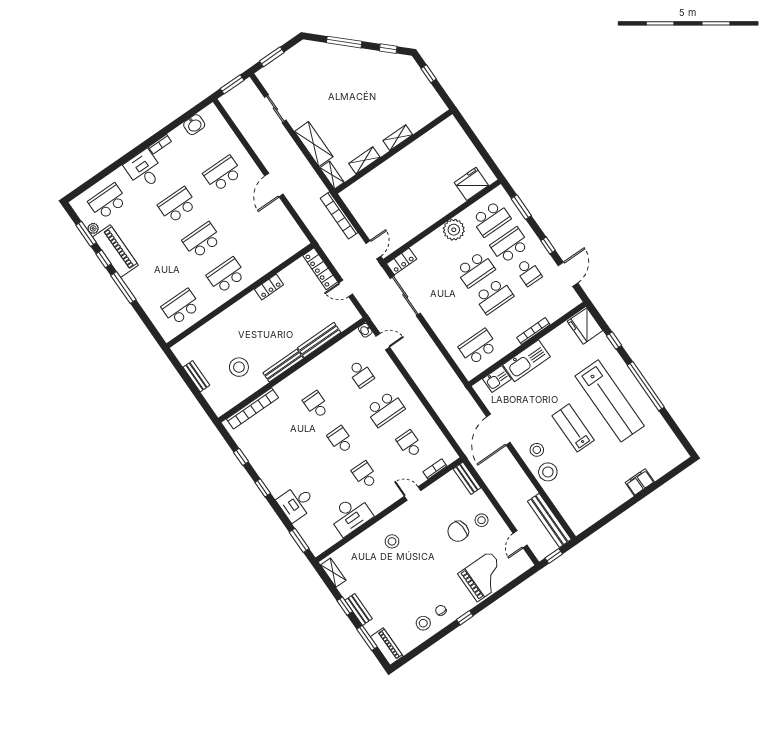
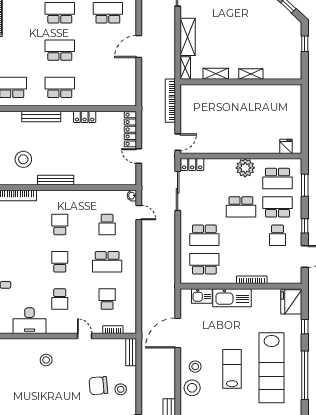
fridge: (471, 184) -> (286, 146), width x0.53, depth x0.75
school desk: (494, 296) -> (204, 235), moved
bench: (319, 340) -> (41, 117), moved
school desk: (365, 475) -> (60, 299), turned 180

